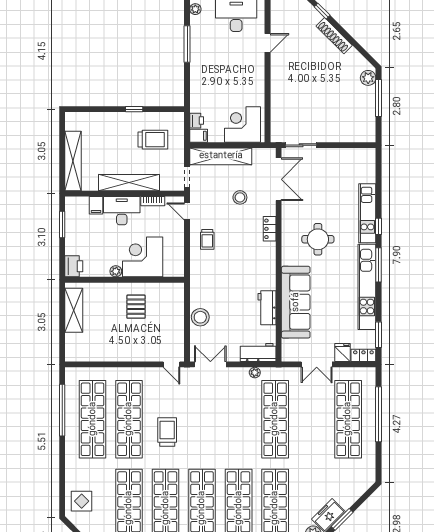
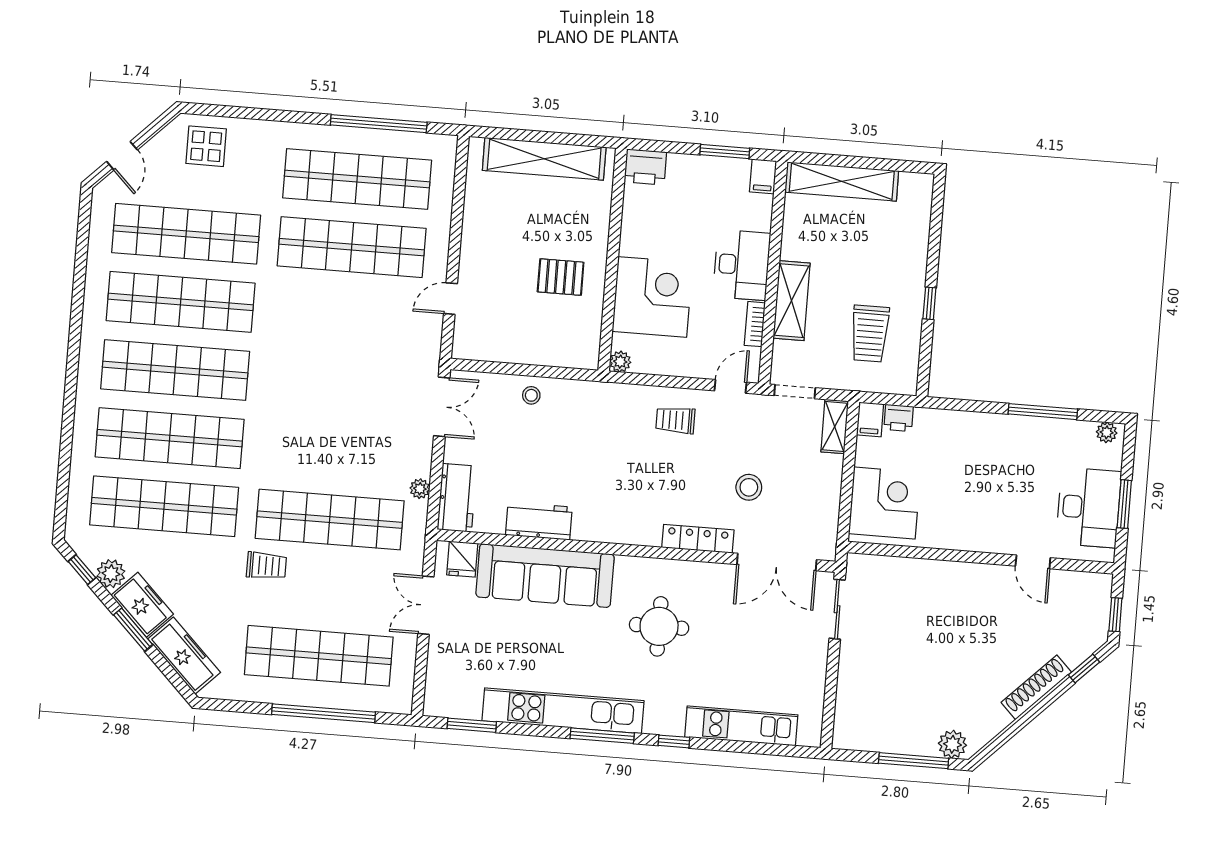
shelving: (221, 156) -> (835, 426), width x0.45, depth x0.75
shelving: (129, 183) -> (792, 301), width x0.68
filing cabinet: (96, 205) -> (763, 176), moved, turned -90
kitchen unit: (367, 213) -> (741, 726), moved
locker: (270, 229) -> (698, 539), width x1.53
plant: (116, 271) -> (620, 362), moved
shelving: (74, 310) -> (544, 159), width x1.47
stool: (200, 317) -> (531, 395), width x0.53, depth x0.53
fridge: (342, 353) -> (462, 559), moved, turned 90
locker: (363, 355) -> (436, 694), removed
door: (172, 364) -> (450, 299), moved
trolley: (167, 432) -> (266, 566), moved, width x0.73, depth x0.72
freezer: (354, 491) -> (184, 656), added

